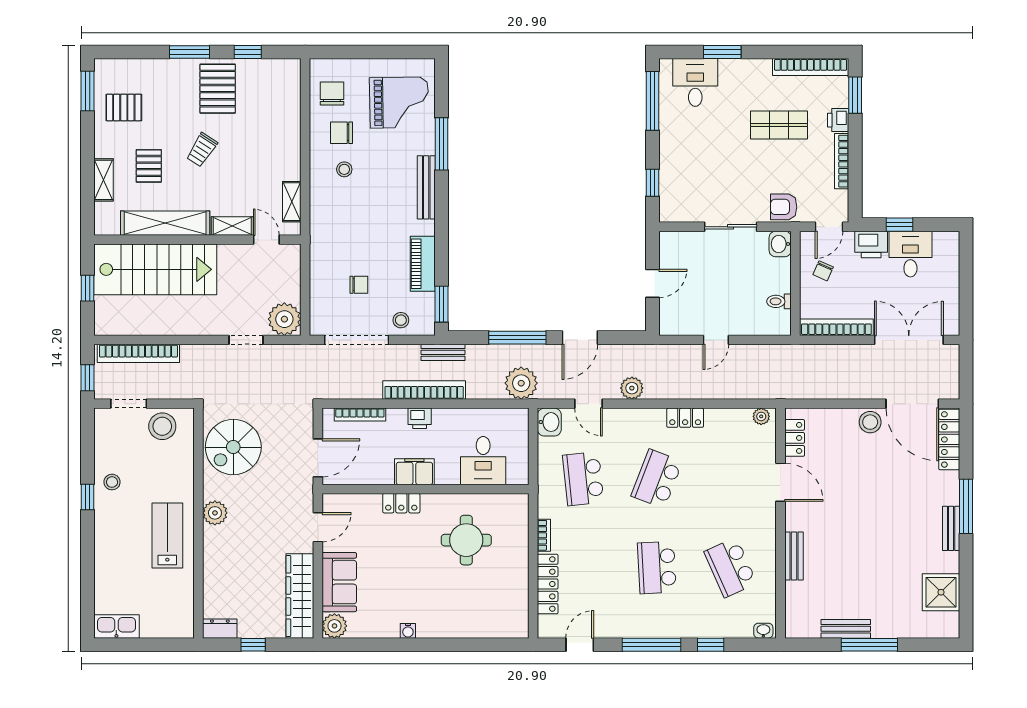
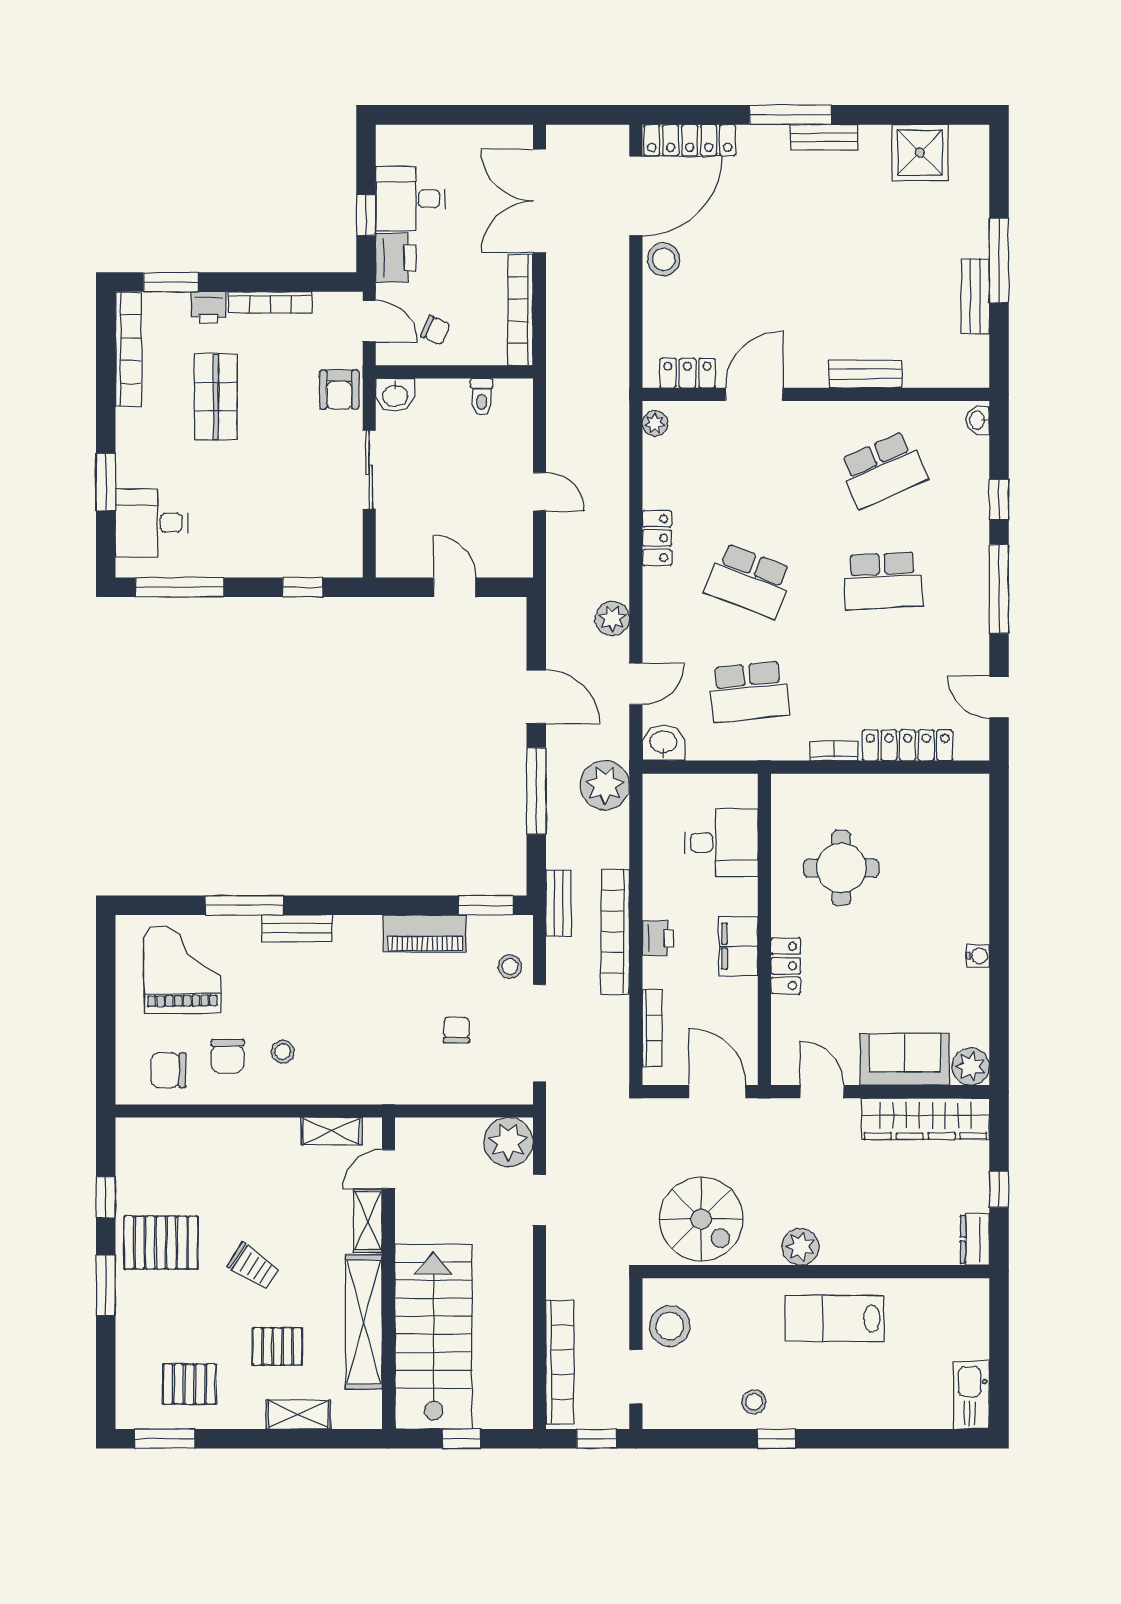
pallet: (124, 108) -> (190, 1384), turned 90
bench: (426, 187) -> (297, 928), width x0.73

